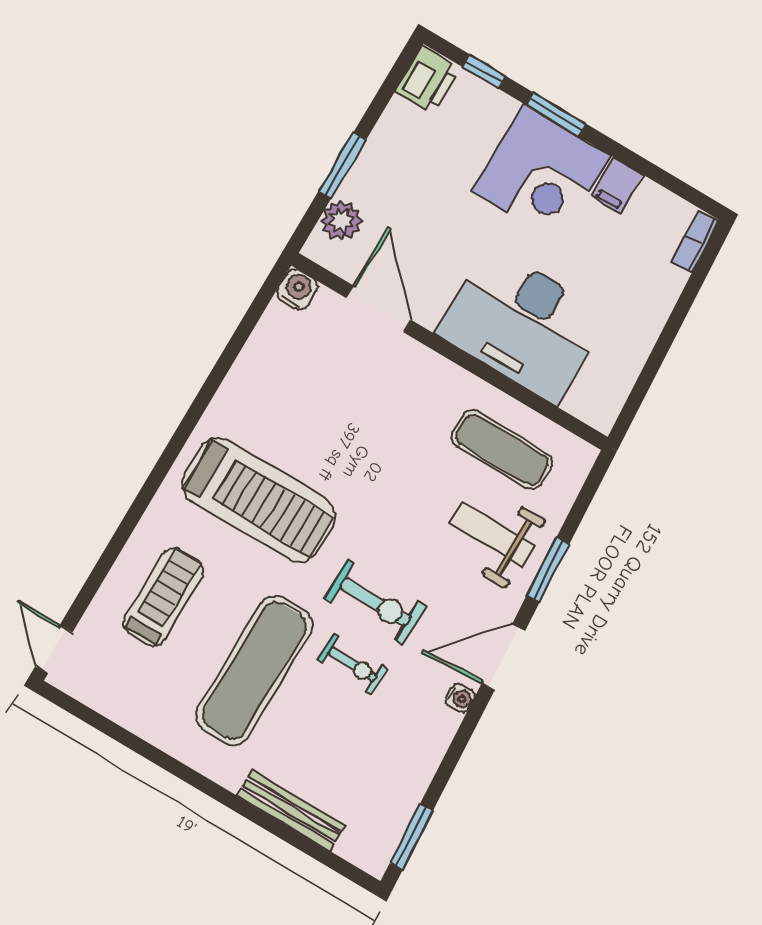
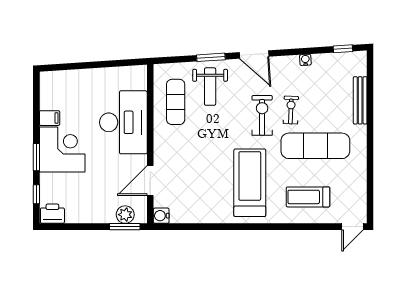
window: (342, 166) -> (125, 227), moved
bookcase: (695, 241) -> (53, 76), removed
water cooler: (460, 698) -> (305, 60), moved
window: (411, 837) -> (343, 49), width x0.67

